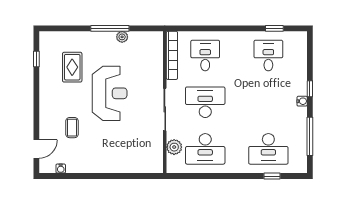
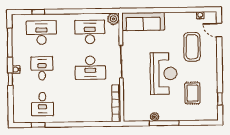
desk: (205, 56) -> (42, 68), moved, turned 180
reception desk: (110, 93) -> (164, 73), turned 180
coffee table: (72, 128) -> (192, 47), width x1.86, depth x1.72
plant: (174, 147) -> (113, 19), moved
door: (36, 149) -> (219, 30), hinge flipped
sofa: (135, 162) -> (143, 22), added

